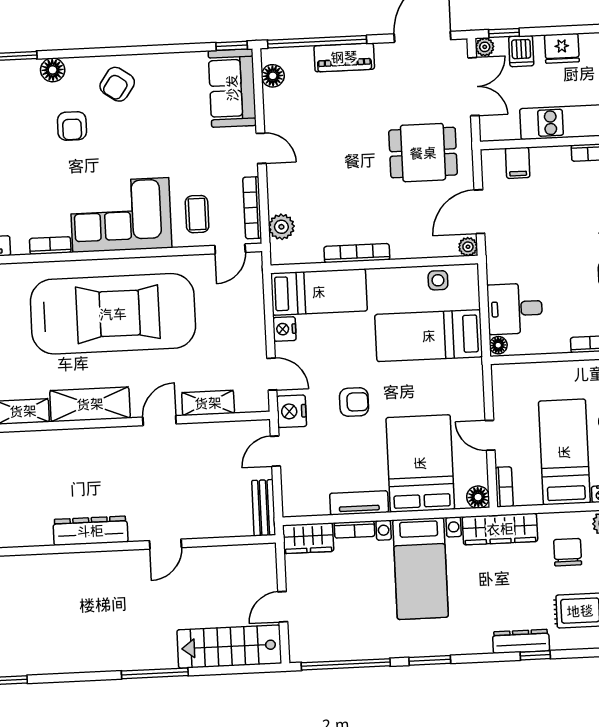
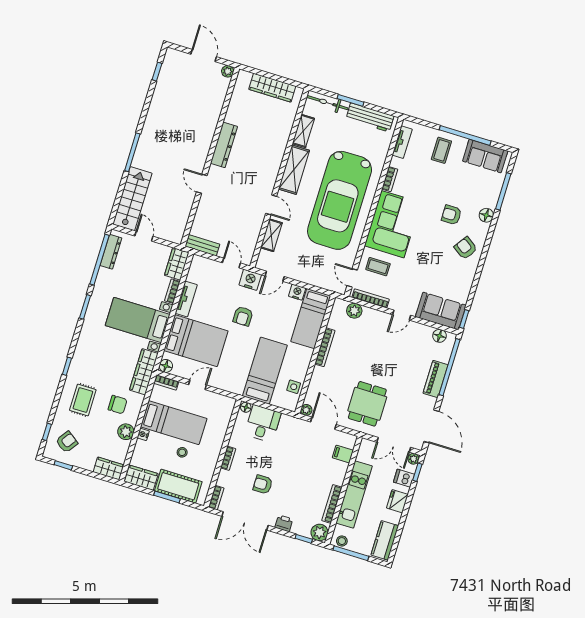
dresser: (521, 641) -> (111, 252), moved

